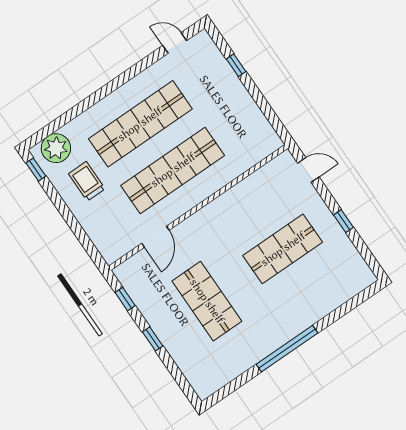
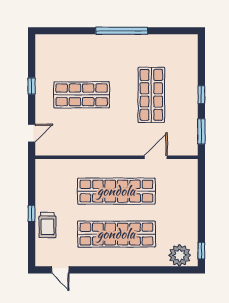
window: (236, 65) -> (32, 213), moved
door: (308, 170) -> (32, 133), swing flipped
trolley: (87, 181) -> (47, 225), moved
window: (125, 299) -> (201, 131), width x1.50

